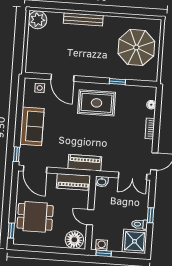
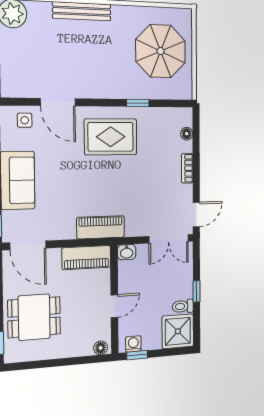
door: (90, 217) -> (114, 306), swing flipped
floor lamp: (74, 240) -> (101, 348), width x0.53, depth x0.53

